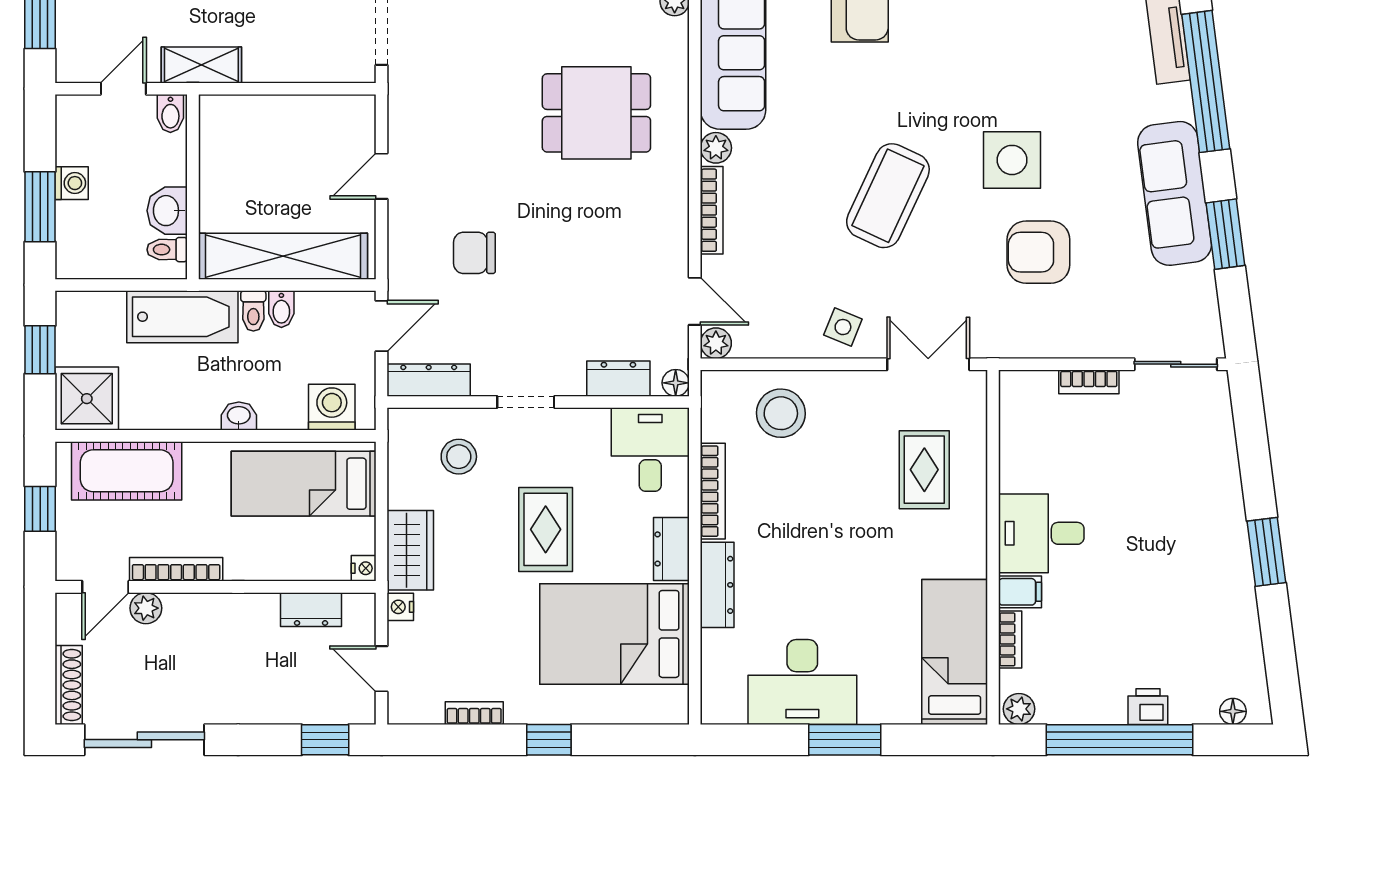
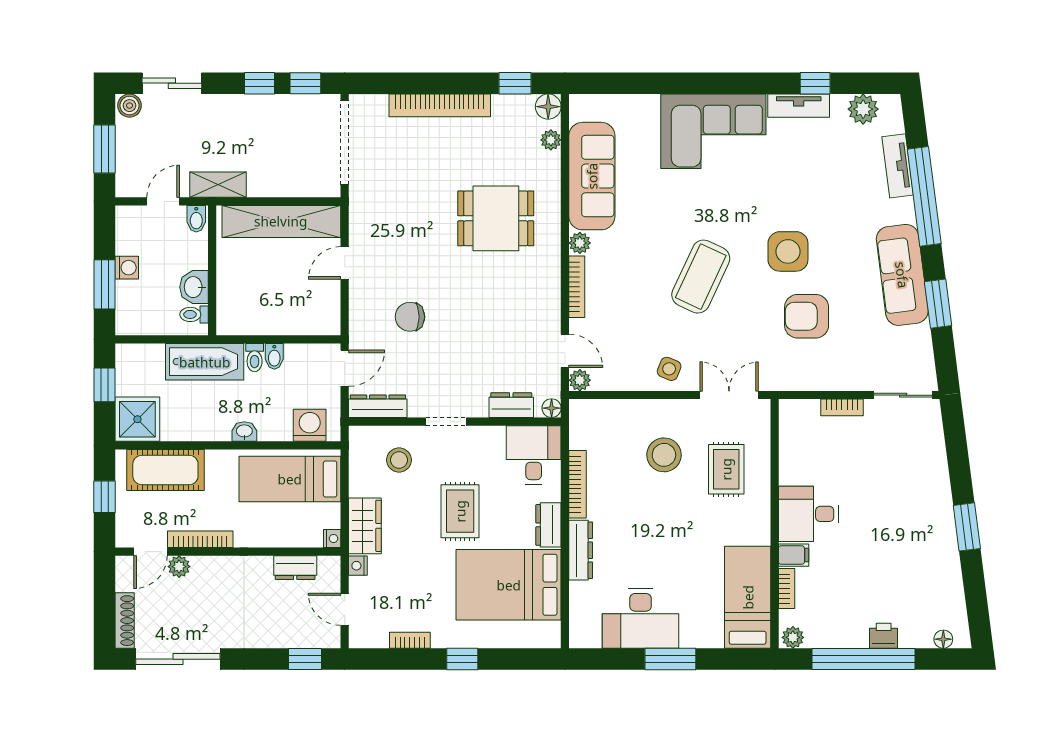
shelving: (283, 256) -> (281, 221), moved
stool: (781, 413) -> (664, 455), moved

